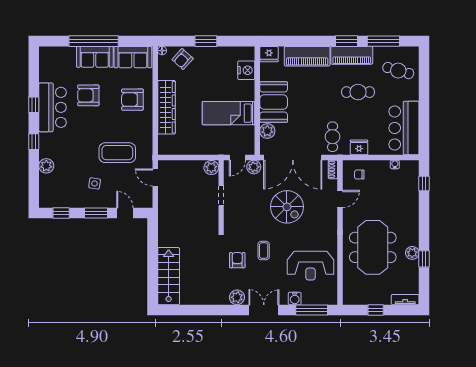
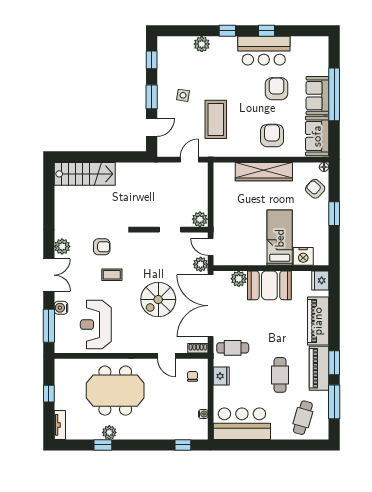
bed: (229, 113) -> (280, 238), moved

